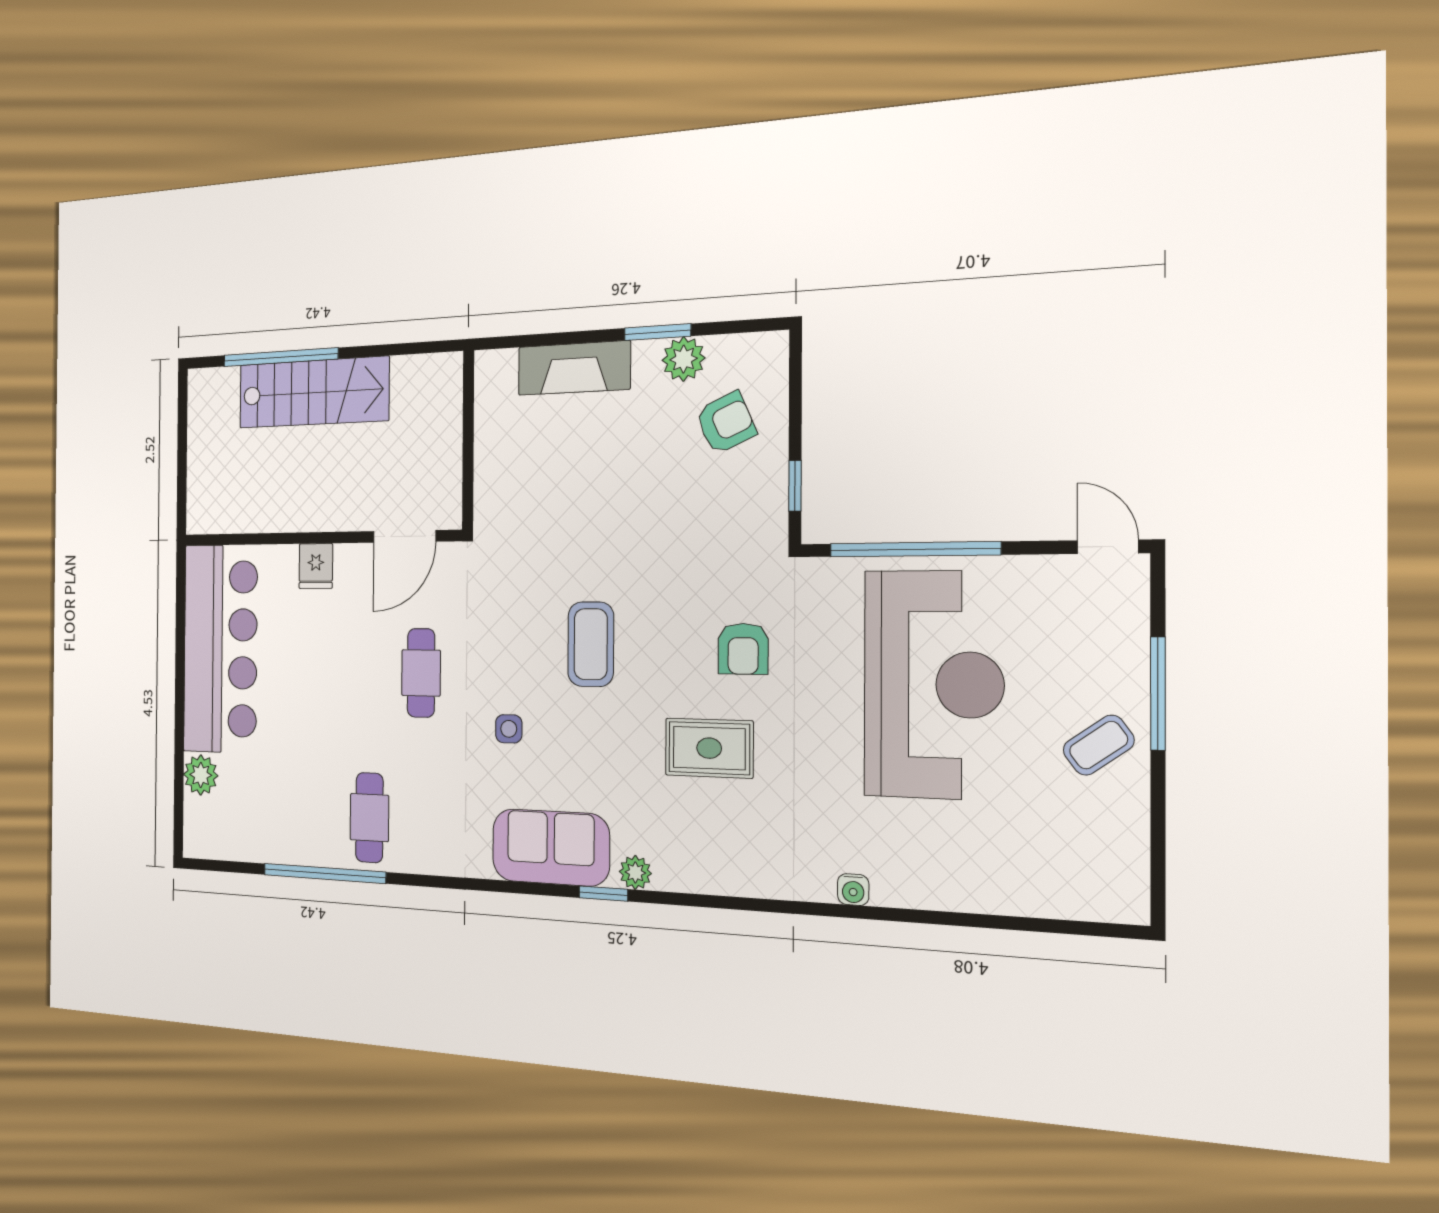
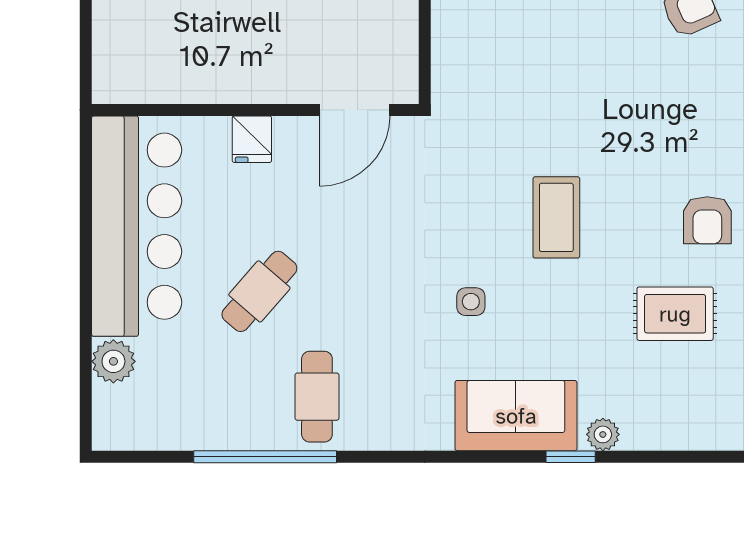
cafe table: (421, 673) -> (259, 291), moved, turned 41

